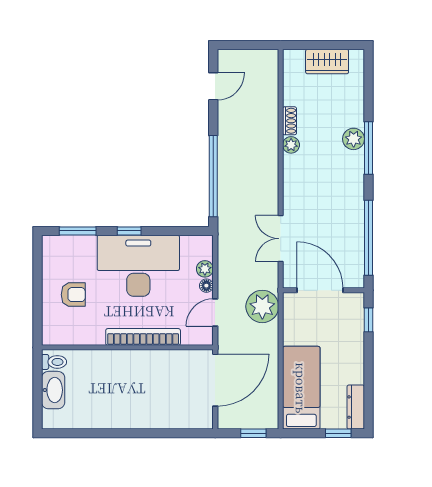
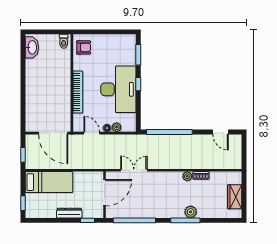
armchair: (73, 295) -> (84, 47), moved, turned -90
plant: (262, 306) -> (95, 160), removed
washbasin: (53, 390) -> (32, 47), moved, turned -90
dresser: (356, 407) -> (69, 213), moved

